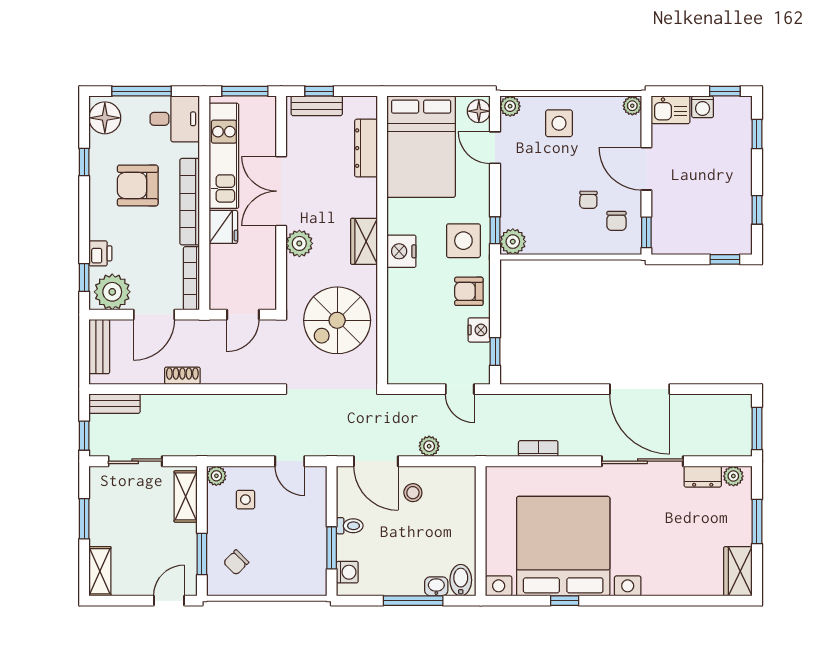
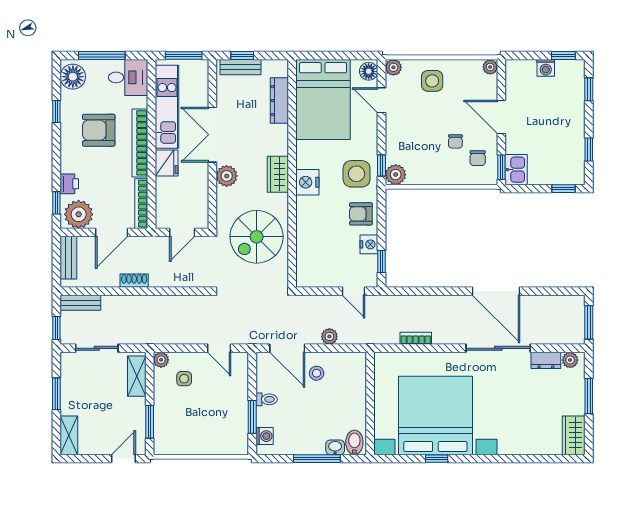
kitchen sink: (671, 110) -> (516, 170), moved, turned -90
chair: (236, 562) -> (177, 428), removed

